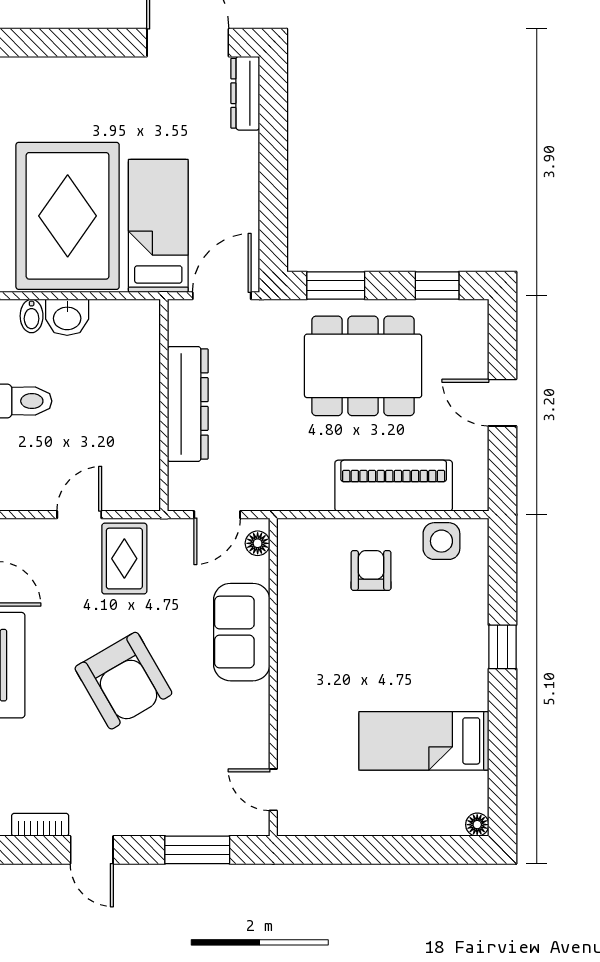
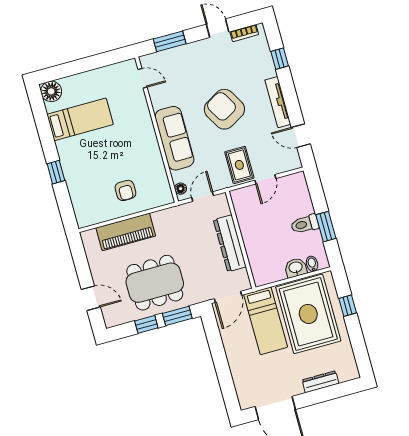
dresser: (245, 93) -> (320, 382), moved, turned -90
window: (437, 286) -> (146, 324), moved
door: (502, 403) -> (91, 298), moved
side table: (441, 541) -> (97, 213), removed
sofa: (242, 632) -> (174, 138), width x1.36
floor lamp: (477, 825) -> (51, 91), width x1.89, depth x1.89

